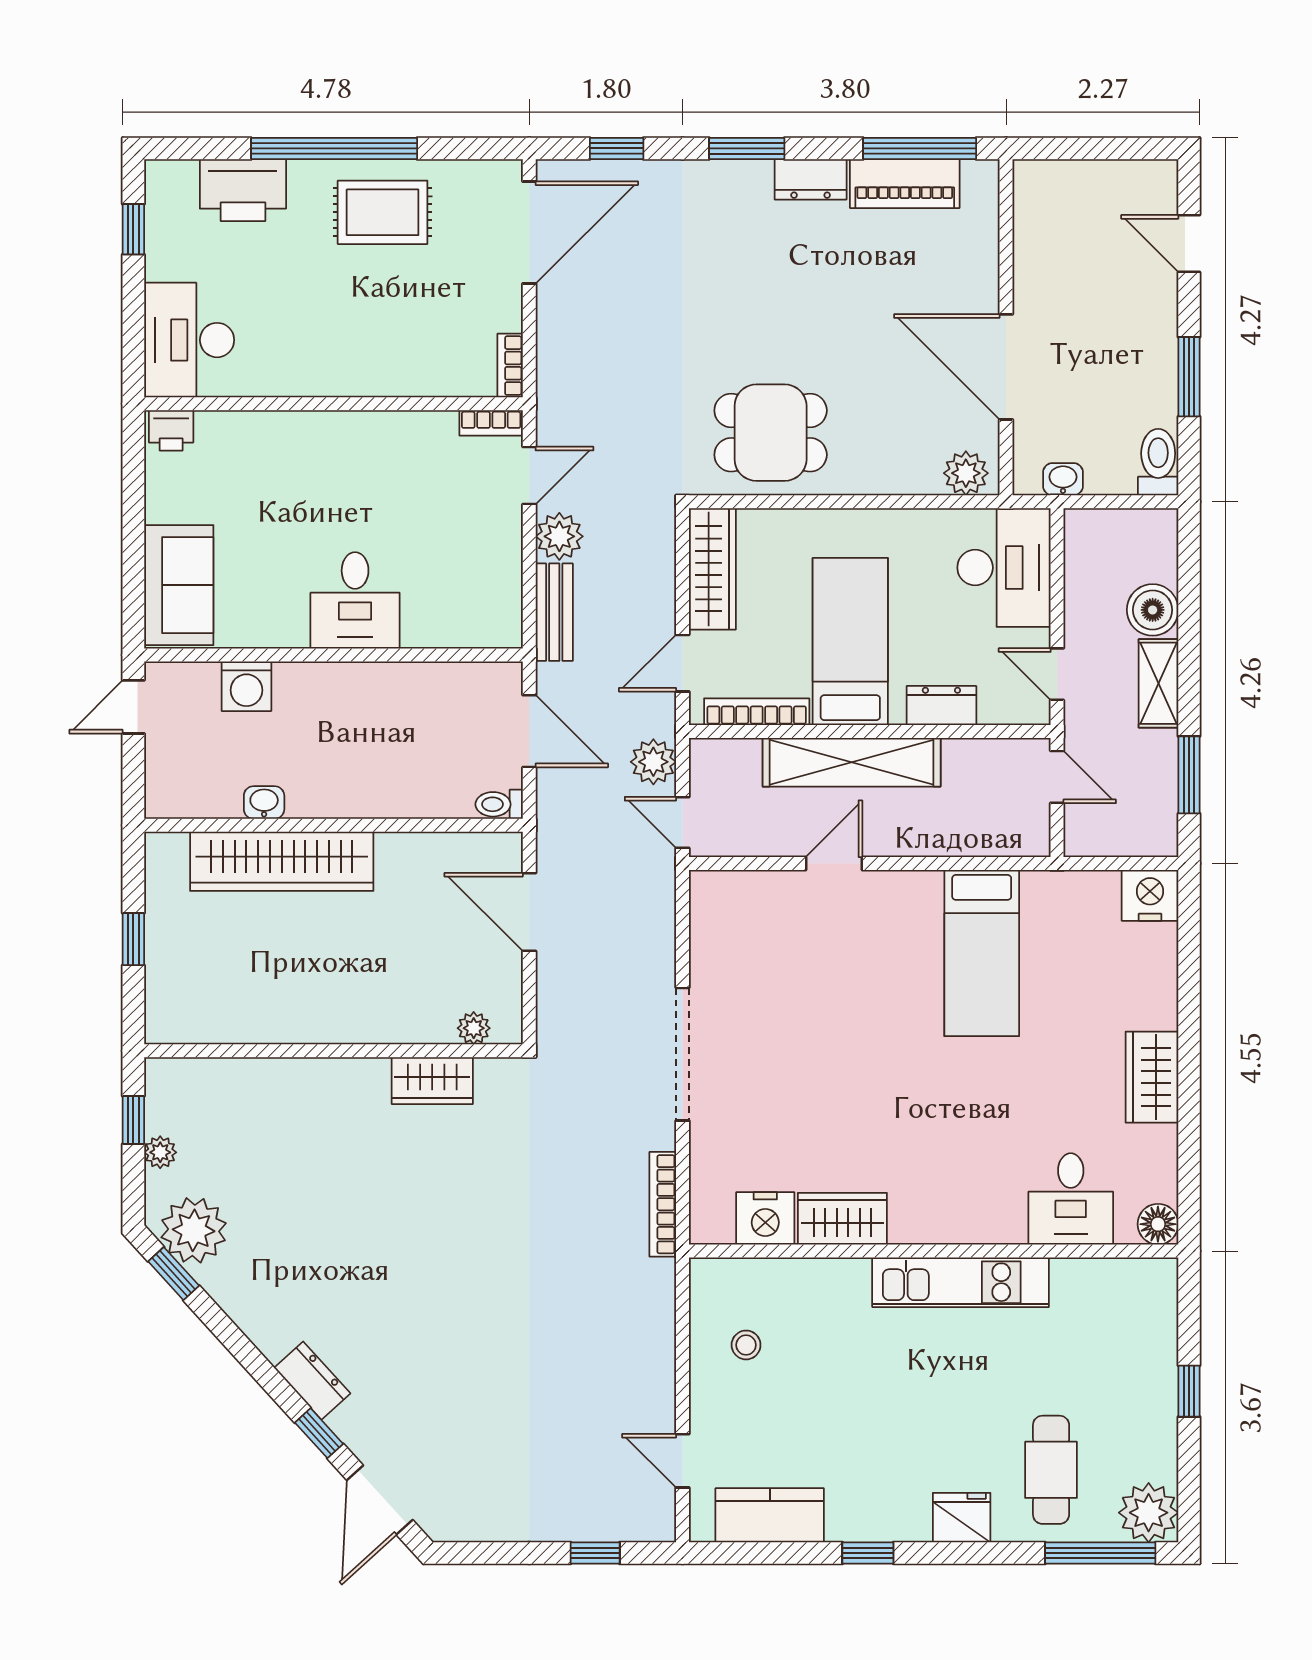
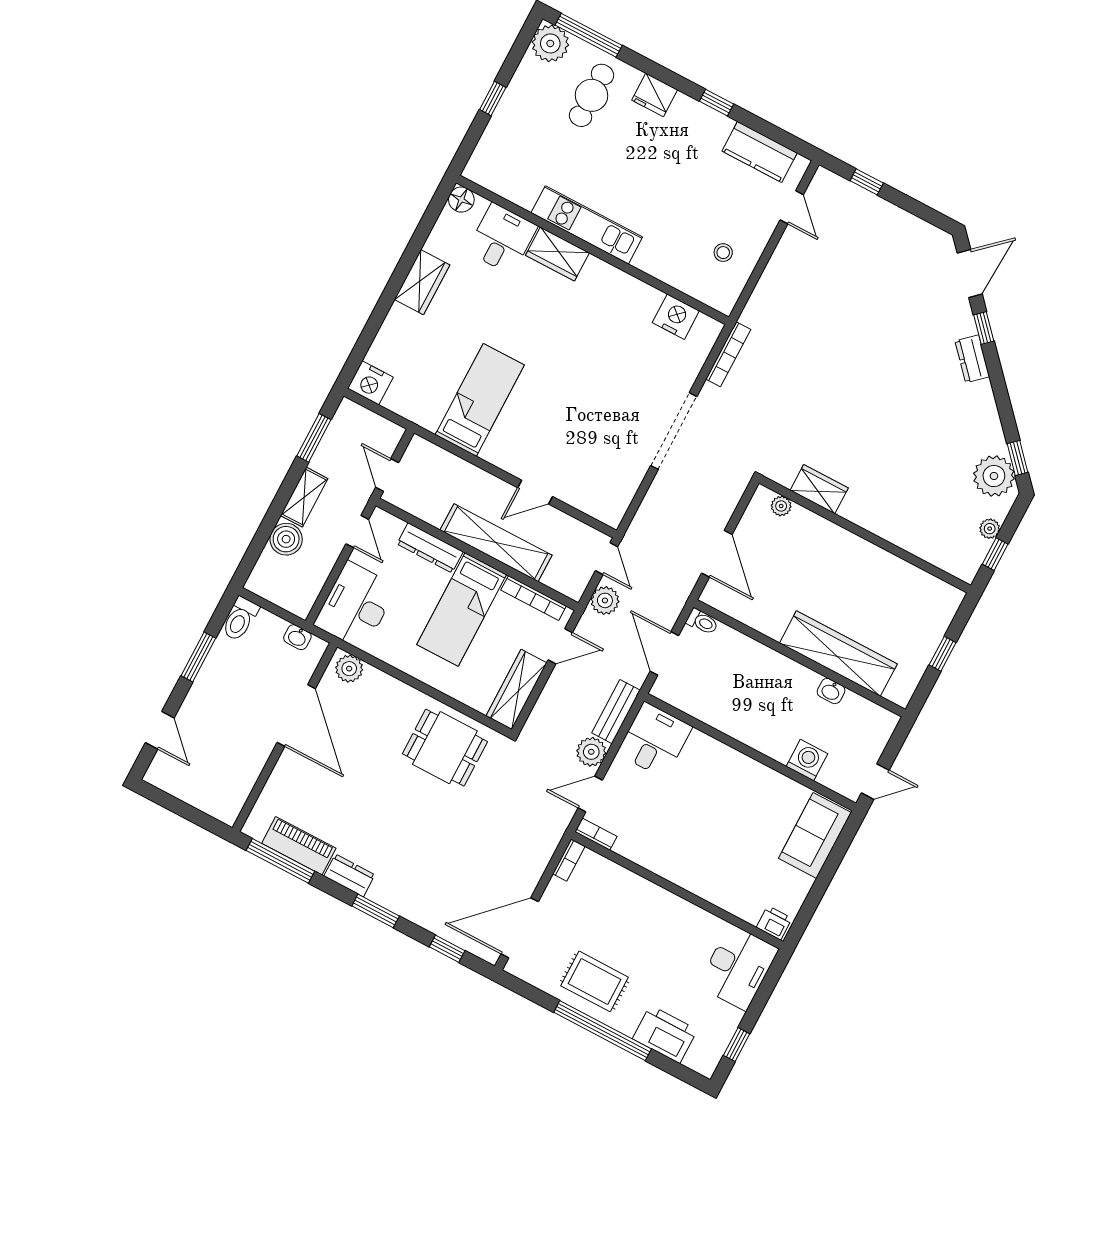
desk: (355, 600) -> (655, 740), moved
dresser: (941, 706) -> (430, 548), width x1.44
wardrobe: (842, 1219) -> (557, 254), moved

